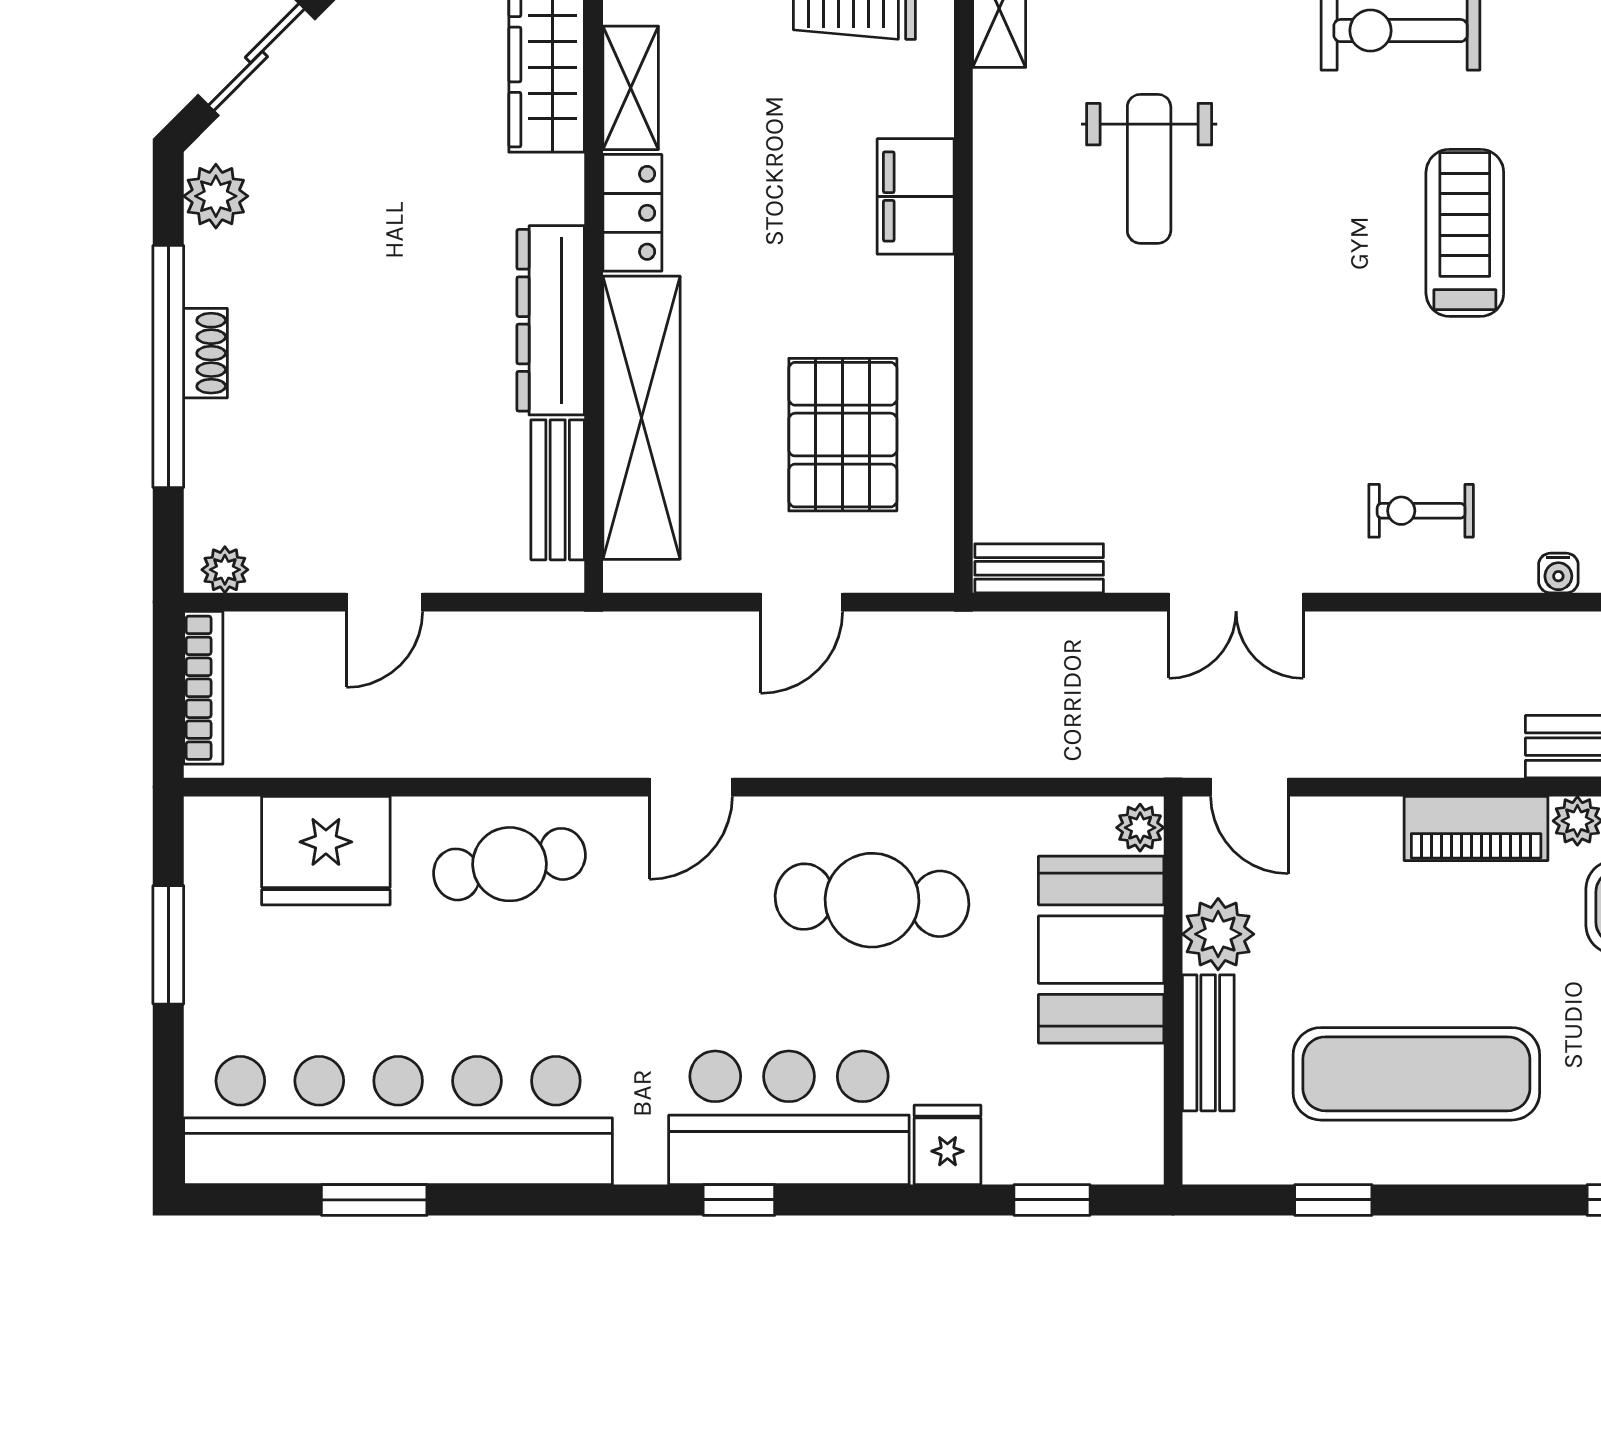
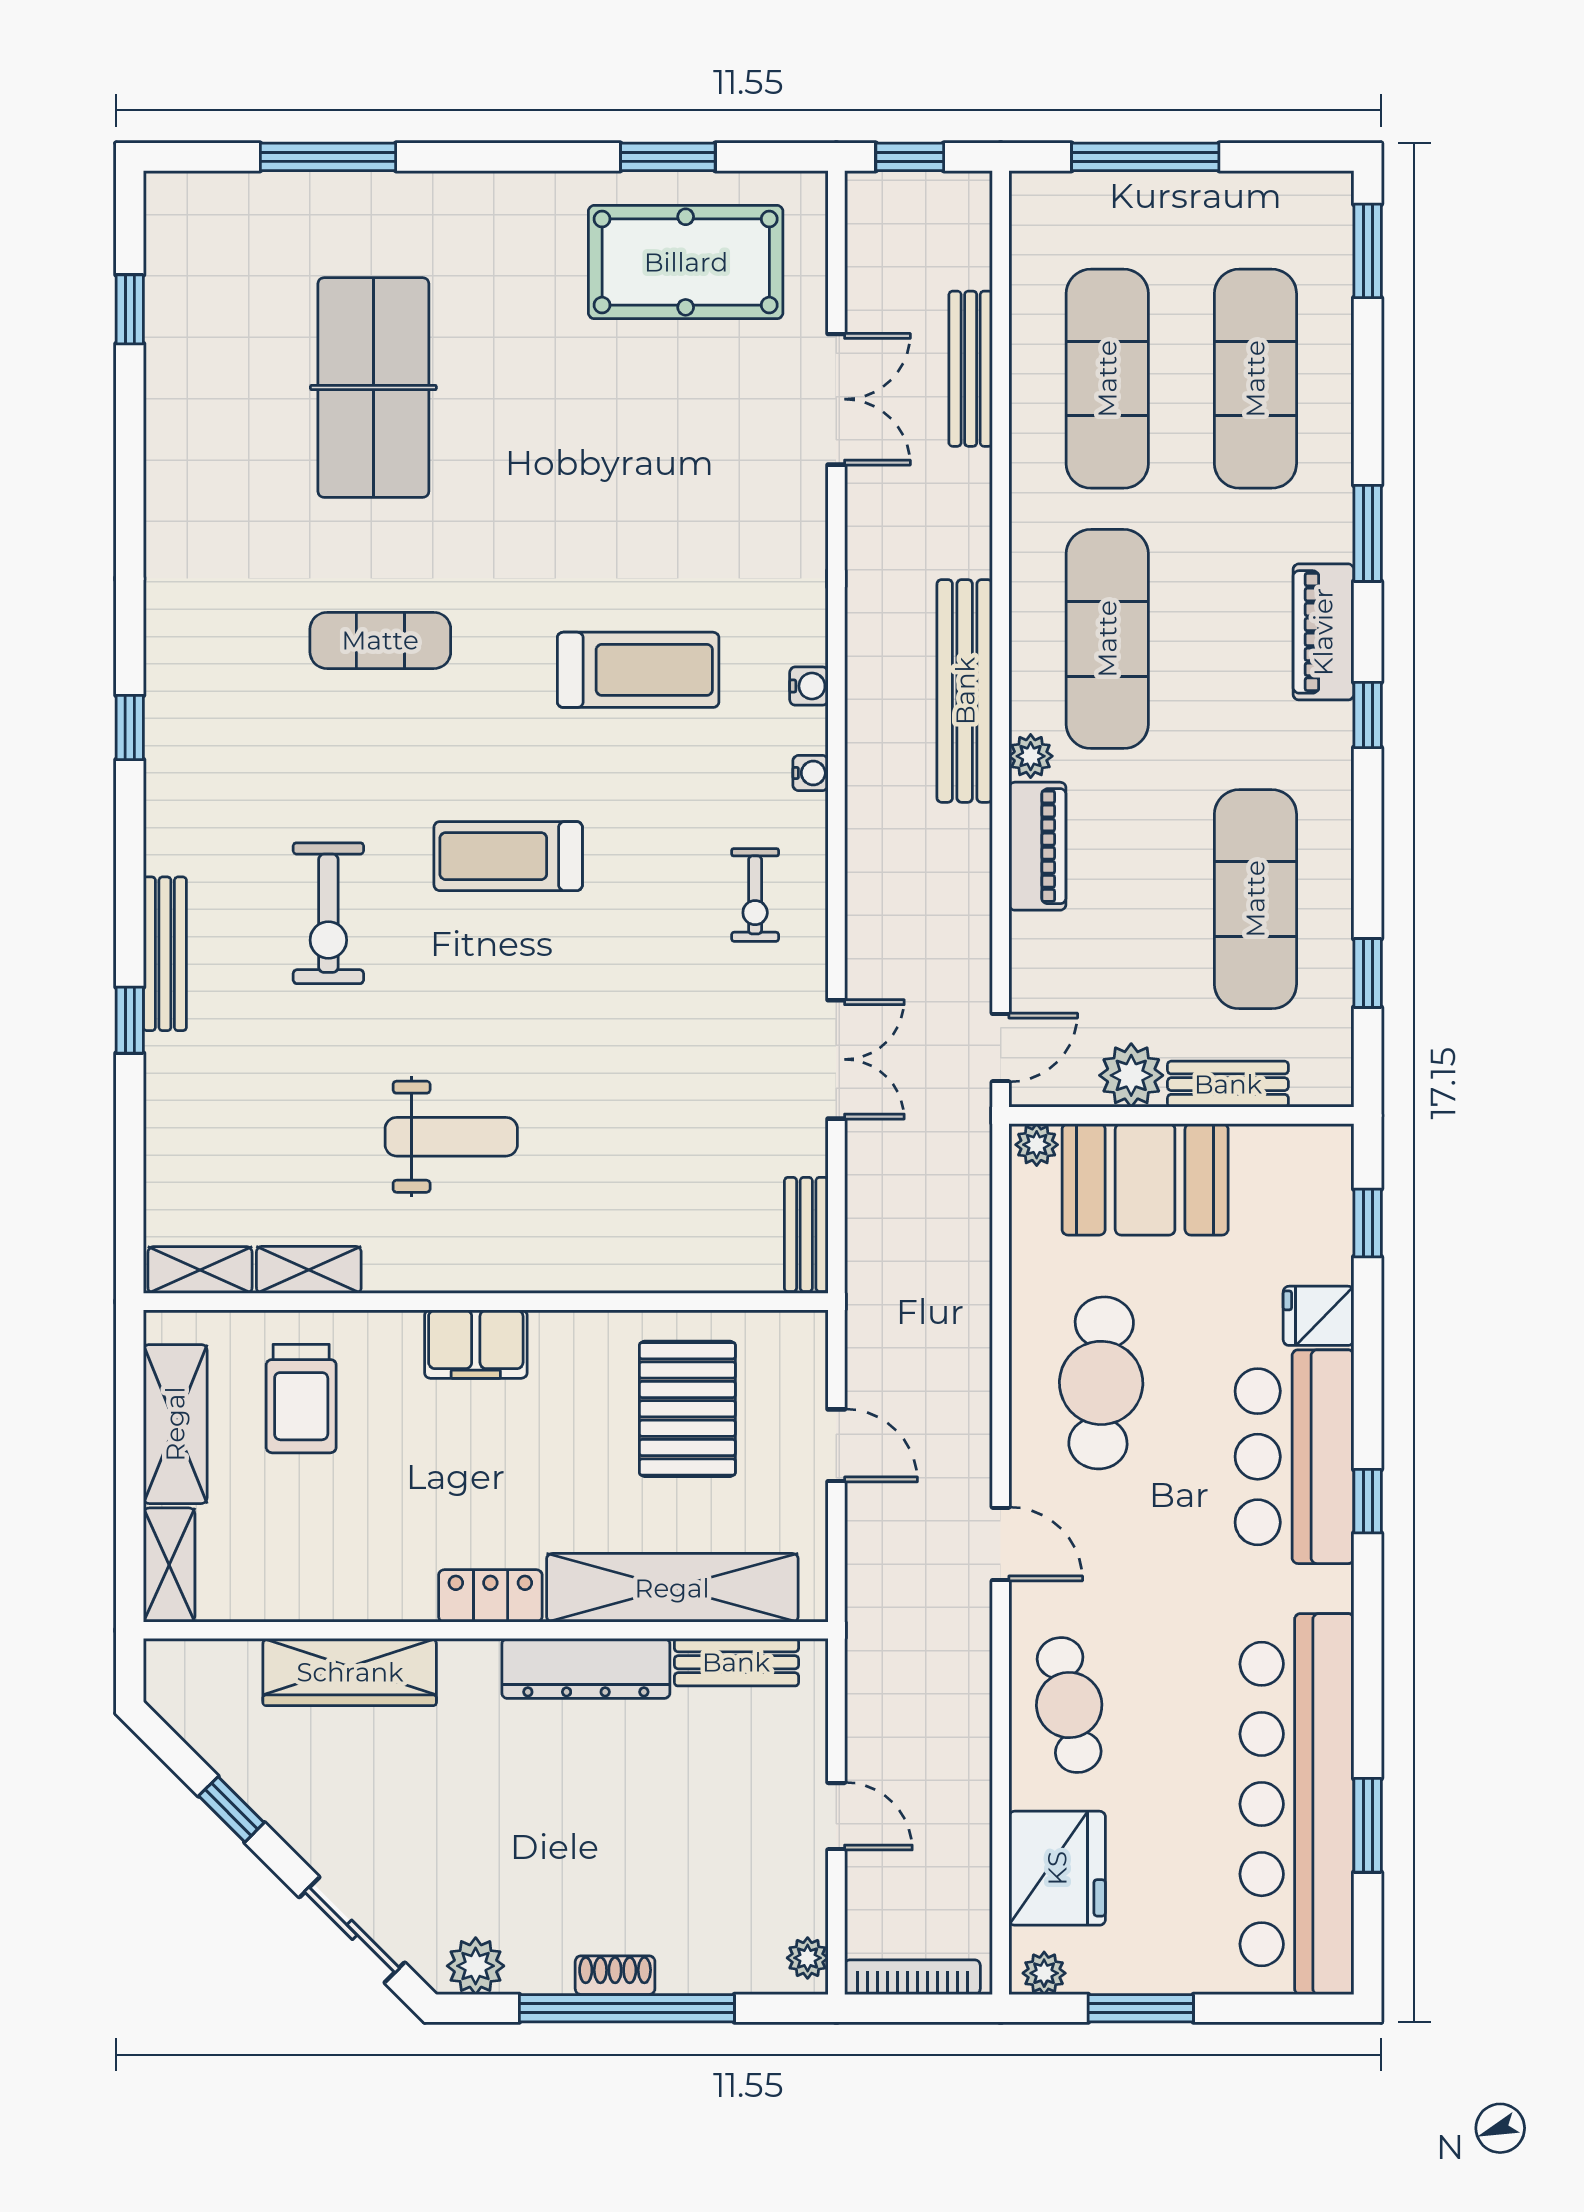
shelving: (631, 88) -> (379, 1597), removed
pallet: (843, 435) -> (687, 1409), turned 90
plant: (208, 836) -> (1044, 1973), added

